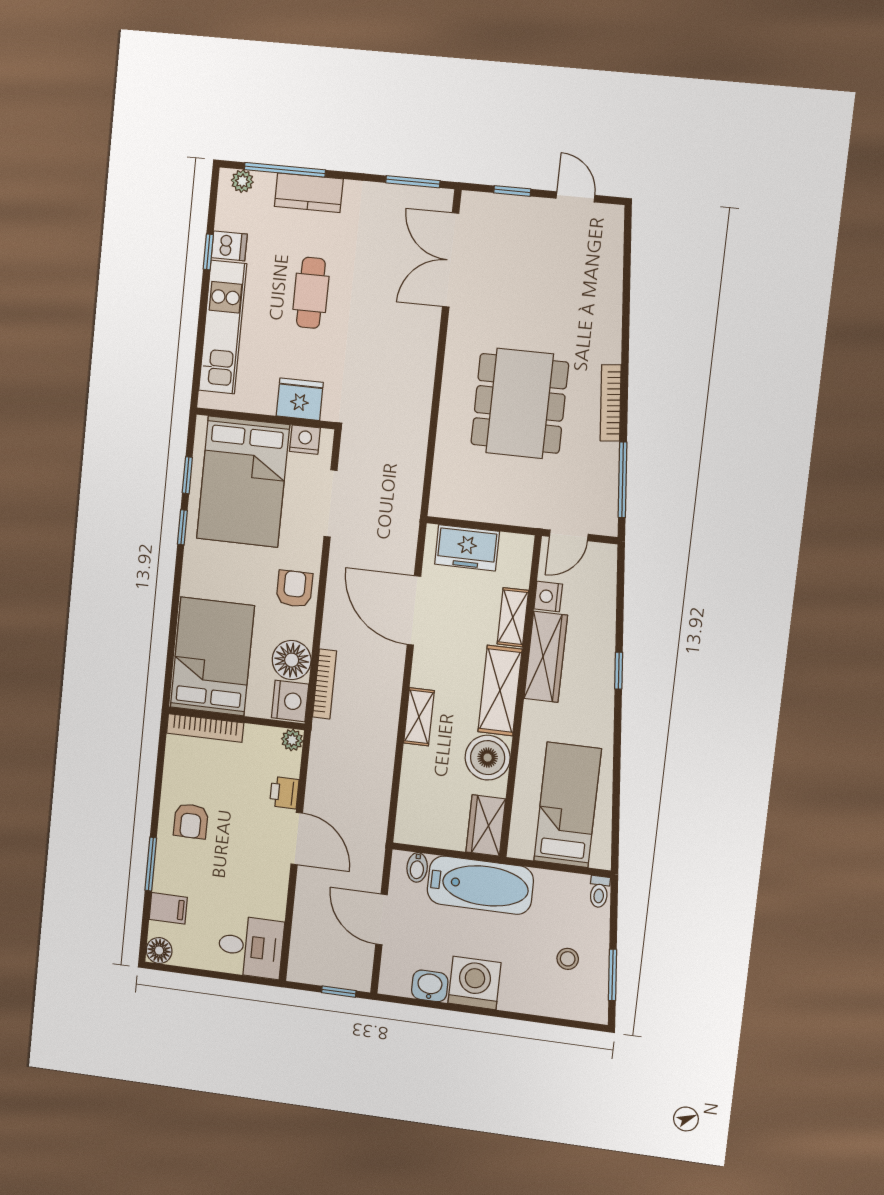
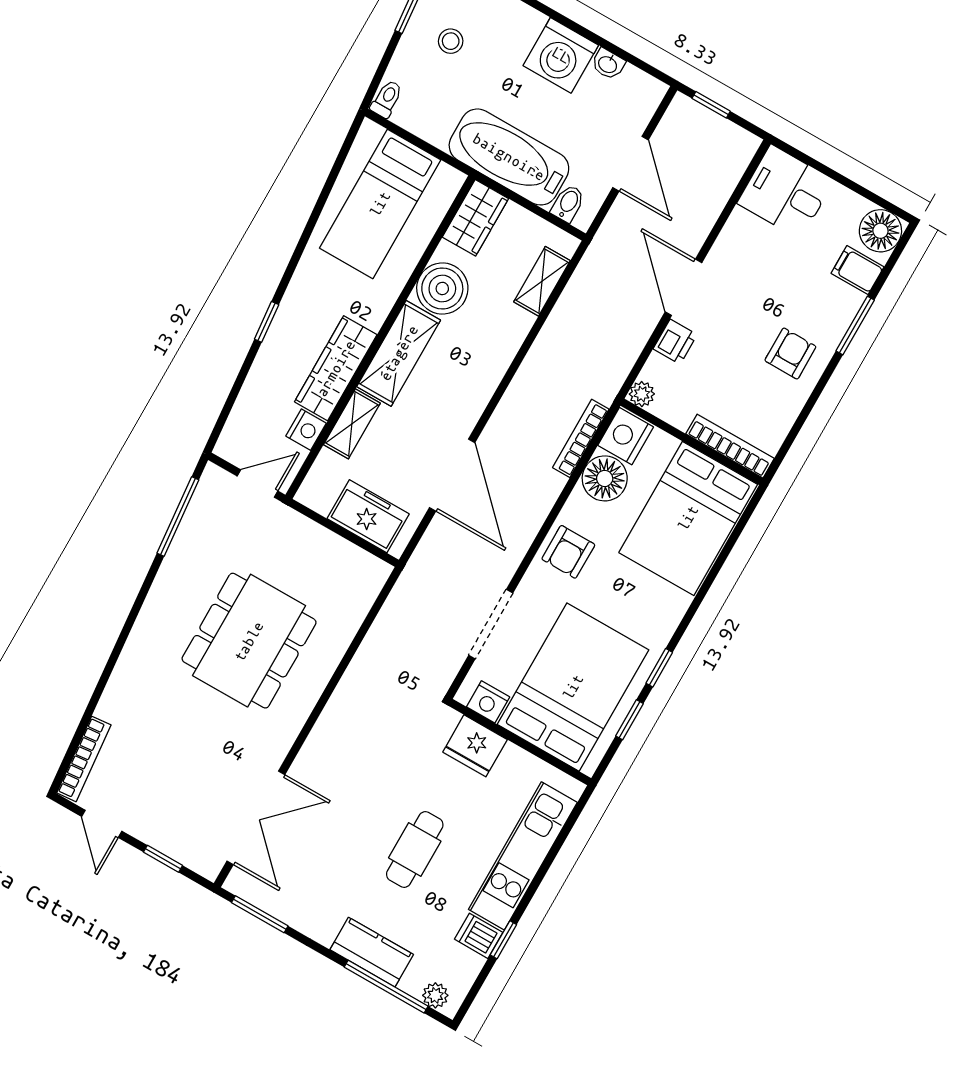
bookcase: (611, 403) -> (84, 759), moved
shelving: (419, 717) -> (542, 281), moved
floor lamp: (159, 951) -> (880, 231), width x1.38, depth x1.38
washbasin: (430, 986) -> (608, 64), width x0.72, depth x0.69

